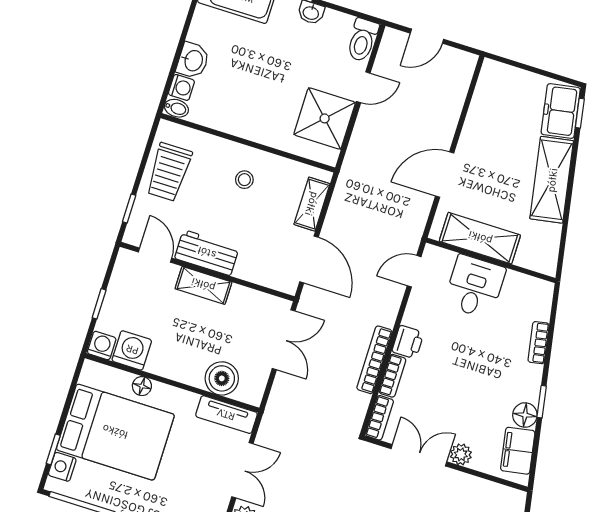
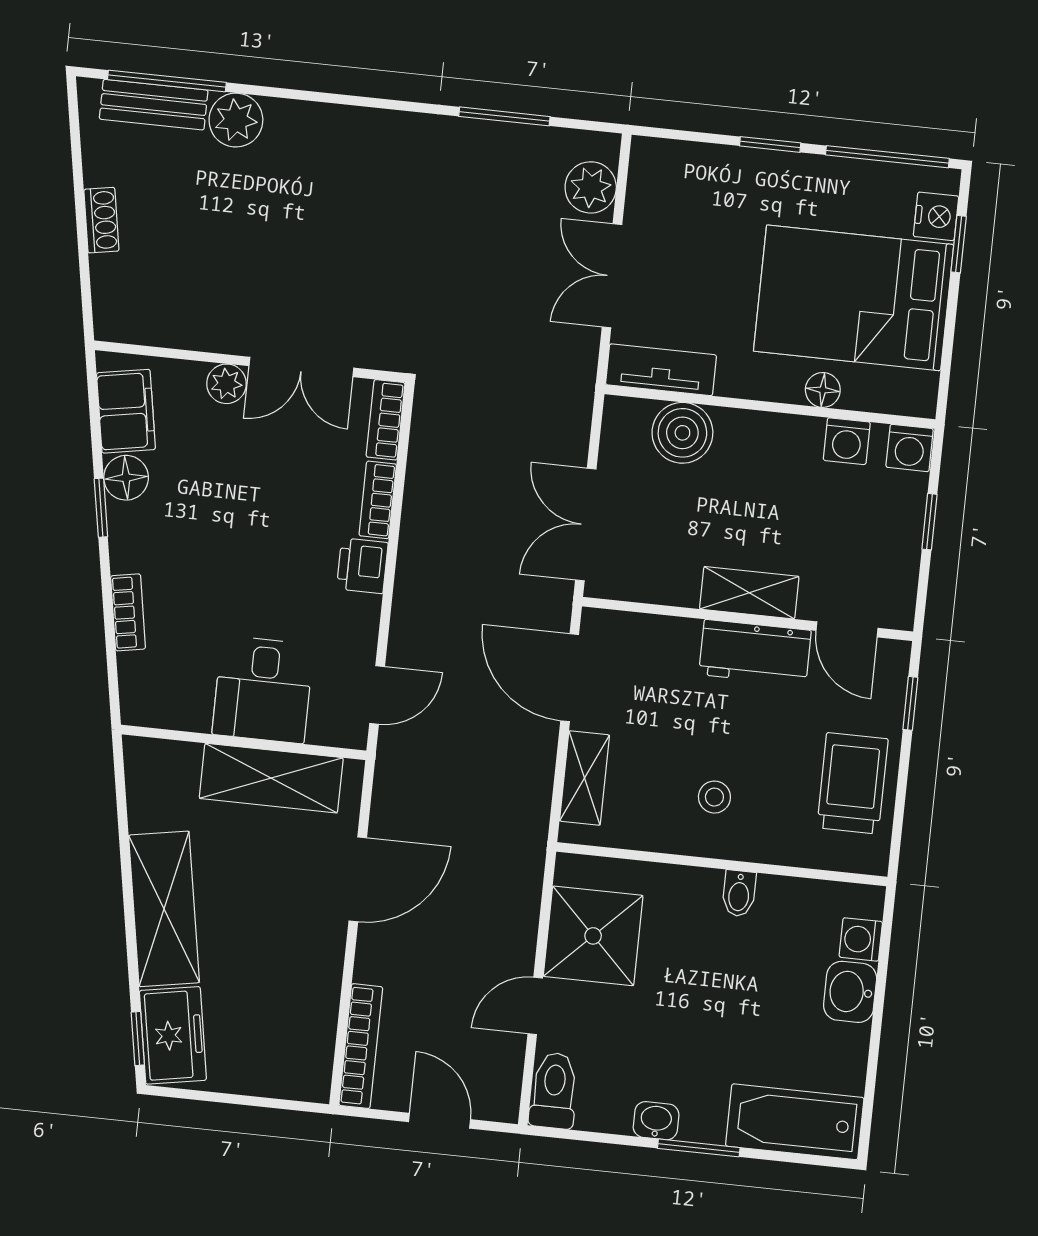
door: (427, 36) -> (440, 1121), hinge flipped
bidet: (176, 108) -> (739, 893), moved, turned -90
washing machine: (132, 350) -> (847, 441), width x0.73, depth x0.73
bookcase: (374, 360) -> (361, 1046), moved

